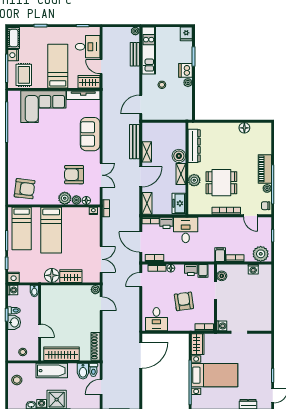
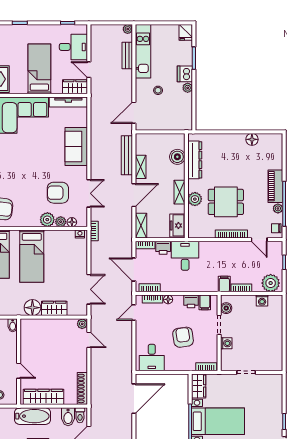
boiler: (179, 156) -> (177, 157), moved
washing machine: (222, 326) -> (226, 343), moved

